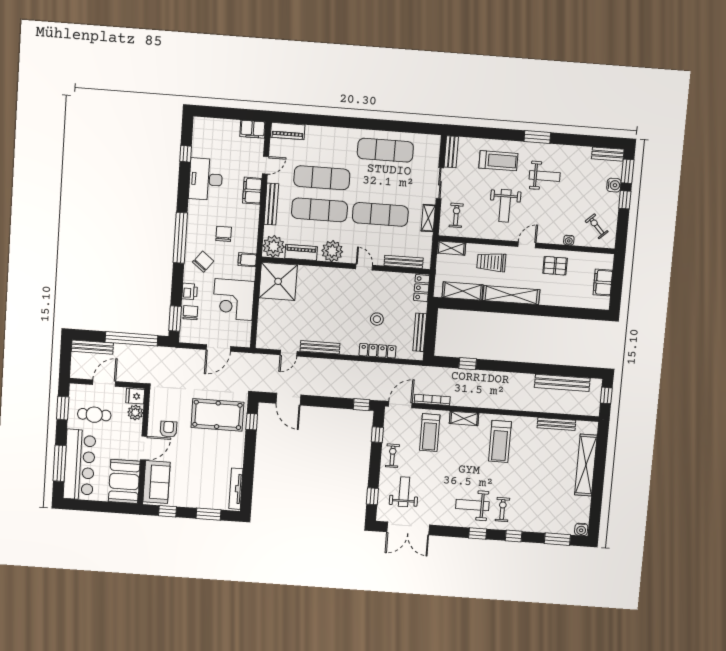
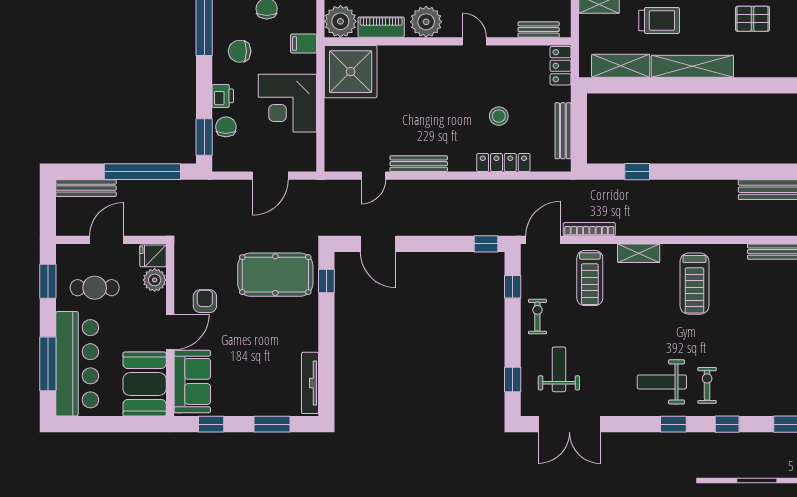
chair: (203, 262) -> (240, 51), turned -128
bench: (404, 262) -> (539, 30), width x0.73
trolley: (491, 262) -> (659, 20), turned 180

